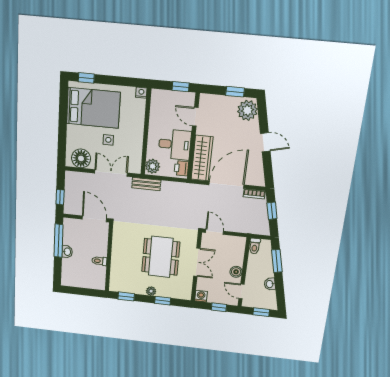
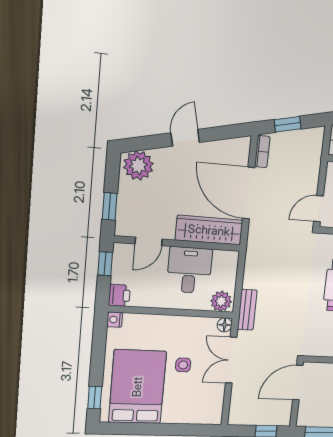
window: (235, 92) -> (110, 206), moved
floor lamp: (81, 158) -> (225, 325), moved, width x0.53, depth x0.53
printer: (181, 168) -> (119, 295), moved, turned -90

